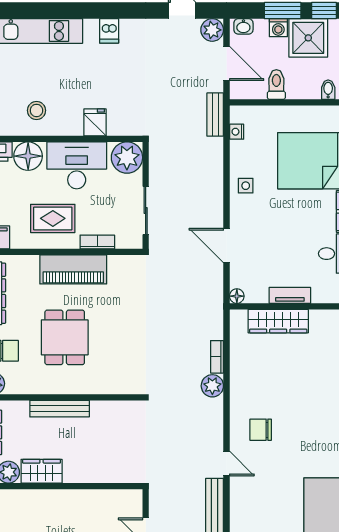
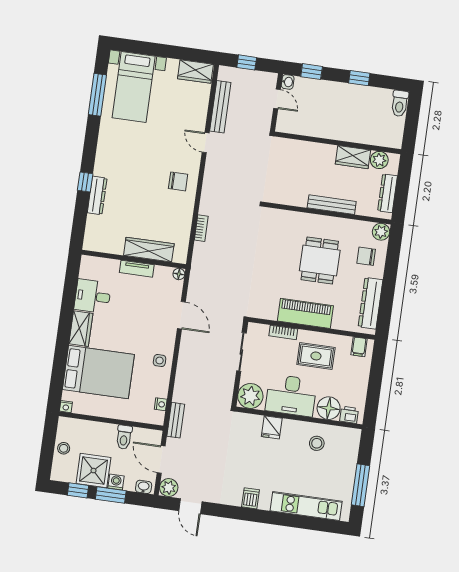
bidet: (328, 90) -> (84, 427), removed
plant: (212, 386) -> (208, 206), removed
chair: (261, 430) -> (178, 181), moved

